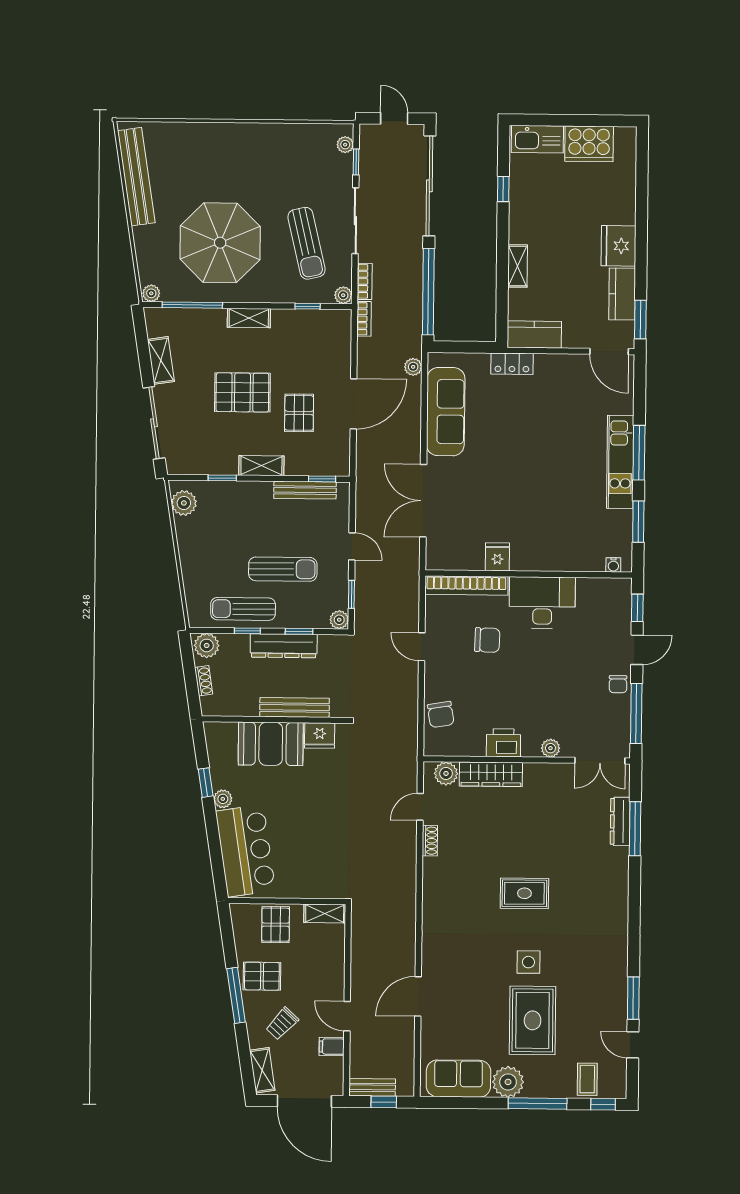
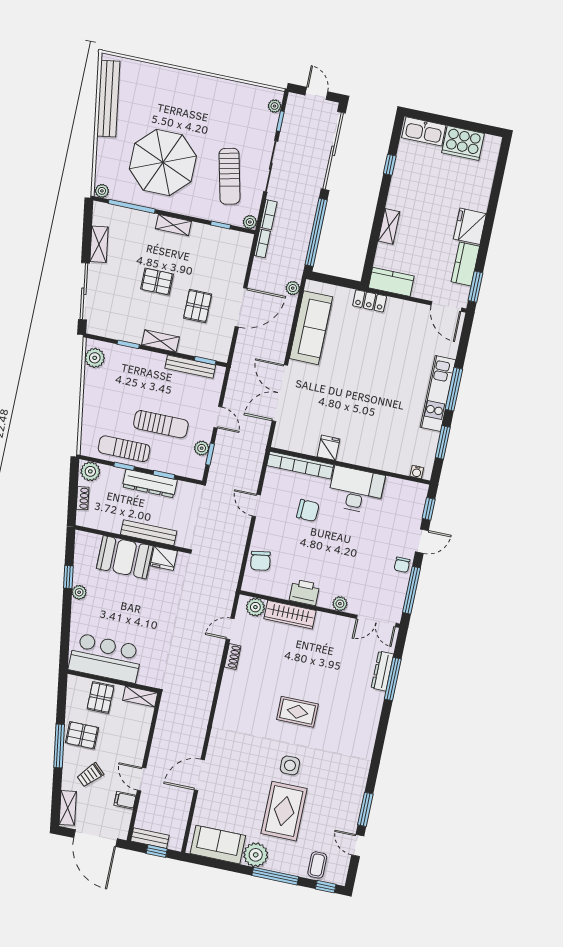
pallet: (242, 392) -> (157, 282), width x0.67, depth x0.71
plant: (339, 620) -> (202, 448), moved
bar counter: (245, 851) -> (106, 658), moved, turned -81

